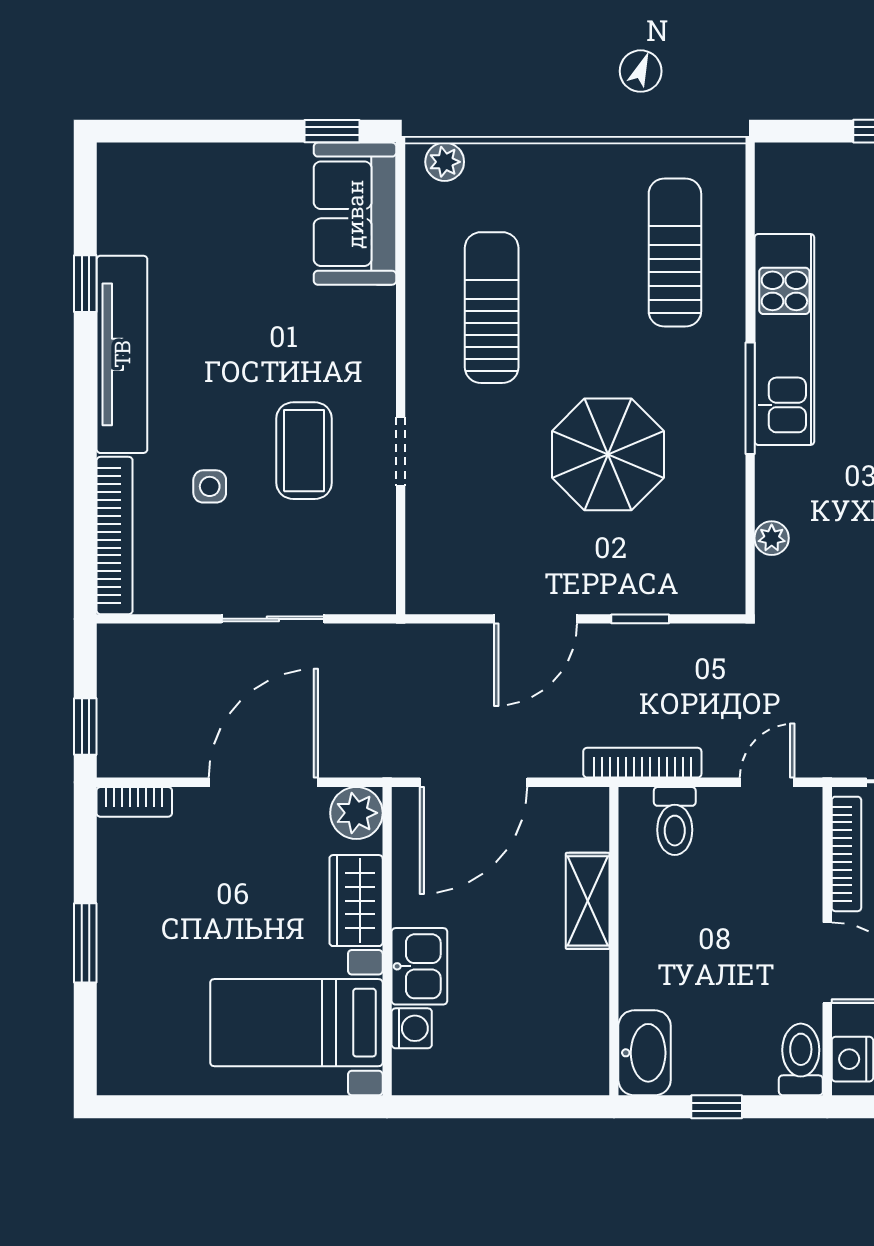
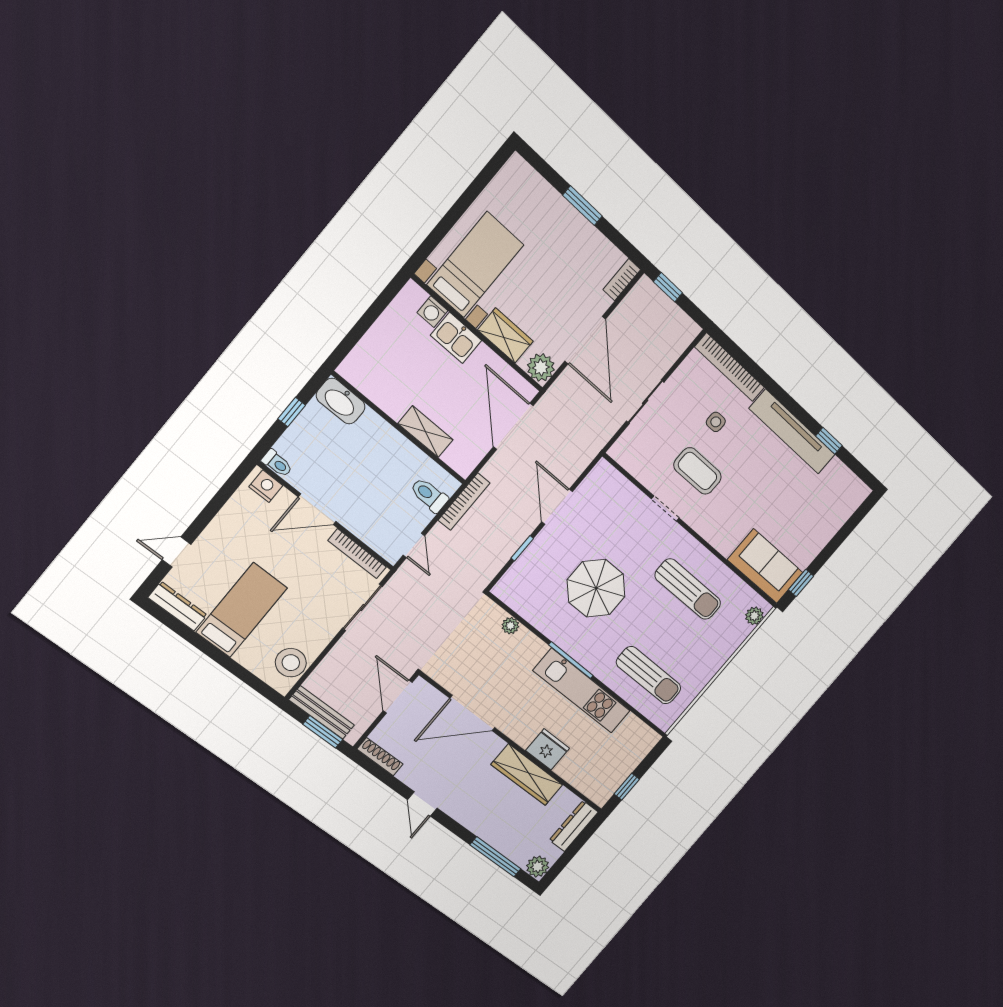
toilet: (801, 1059) -> (277, 463), width x0.73, depth x0.72

